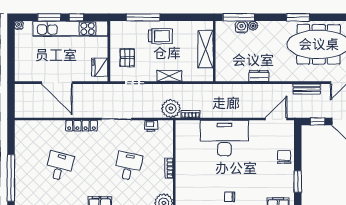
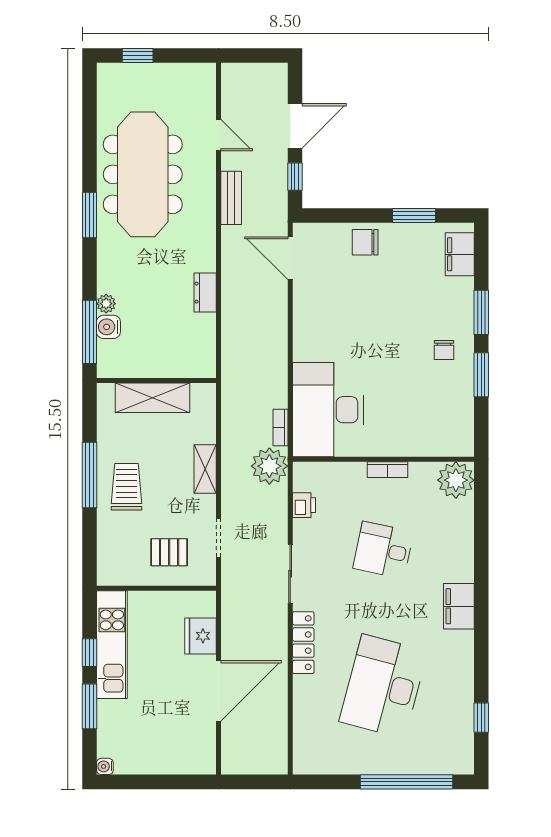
window: (143, 17) -> (89, 475), moved
kitchen unit: (70, 29) -> (112, 645), width x0.73
fridge: (100, 67) -> (200, 636), moved, turned 90
desk: (224, 138) -> (328, 410), moved
desk: (59, 166) -> (383, 686), width x1.87, depth x1.30

